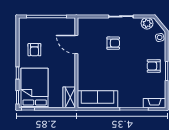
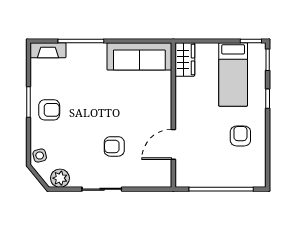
door: (76, 44) -> (173, 144), swing flipped
bed: (35, 88) -> (233, 74), width x0.67

